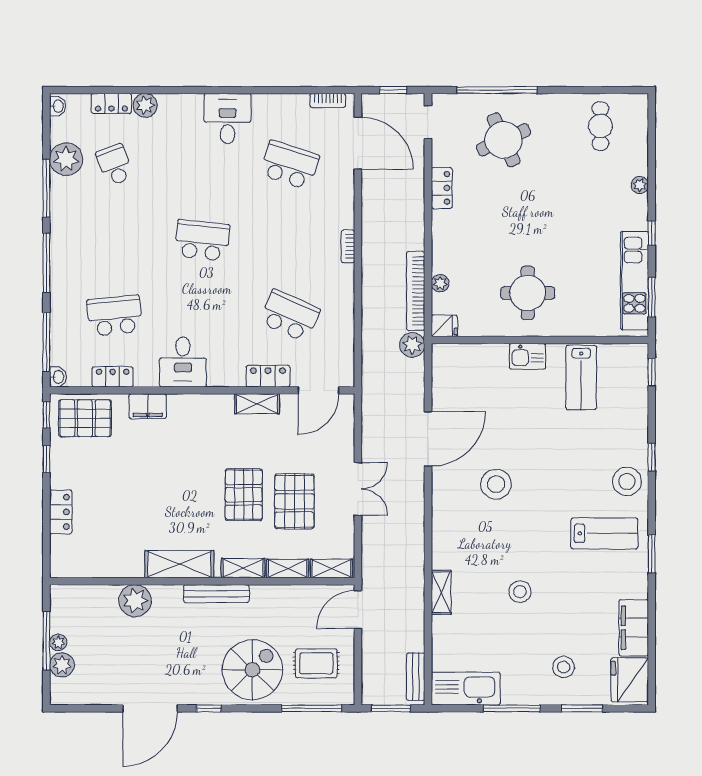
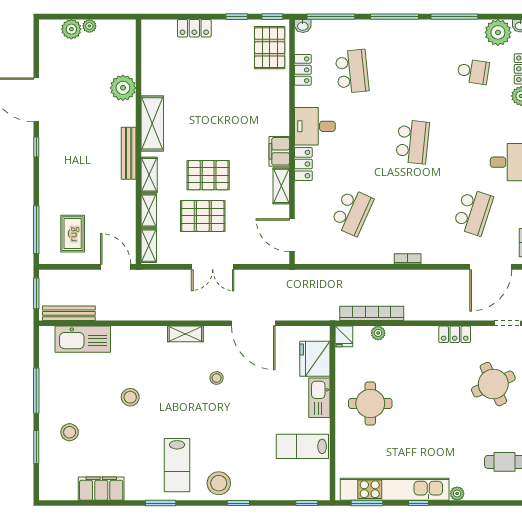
plant: (66, 159) -> (498, 32), moved
school desk: (115, 165) -> (473, 71), turned 30
kitchen unit: (634, 281) -> (395, 489), width x1.36
plant: (412, 345) -> (329, 311), removed
kitchen sink: (527, 356) -> (319, 398), width x1.38
locker: (268, 376) -> (303, 164), moved
filing cabinet: (148, 406) -> (279, 151), moved
stool: (496, 484) -> (217, 378), width x0.53, depth x0.53
shelving: (441, 592) -> (185, 334), moved
window: (46, 641) -> (91, 17), removed
spiral stairs: (252, 670) -> (67, 182), removed
bench: (416, 677) -> (69, 313), width x1.36
fridge: (630, 680) -> (315, 359), moved, turned -90
kitchen sink: (466, 689) -> (83, 339), moved, turned 90

